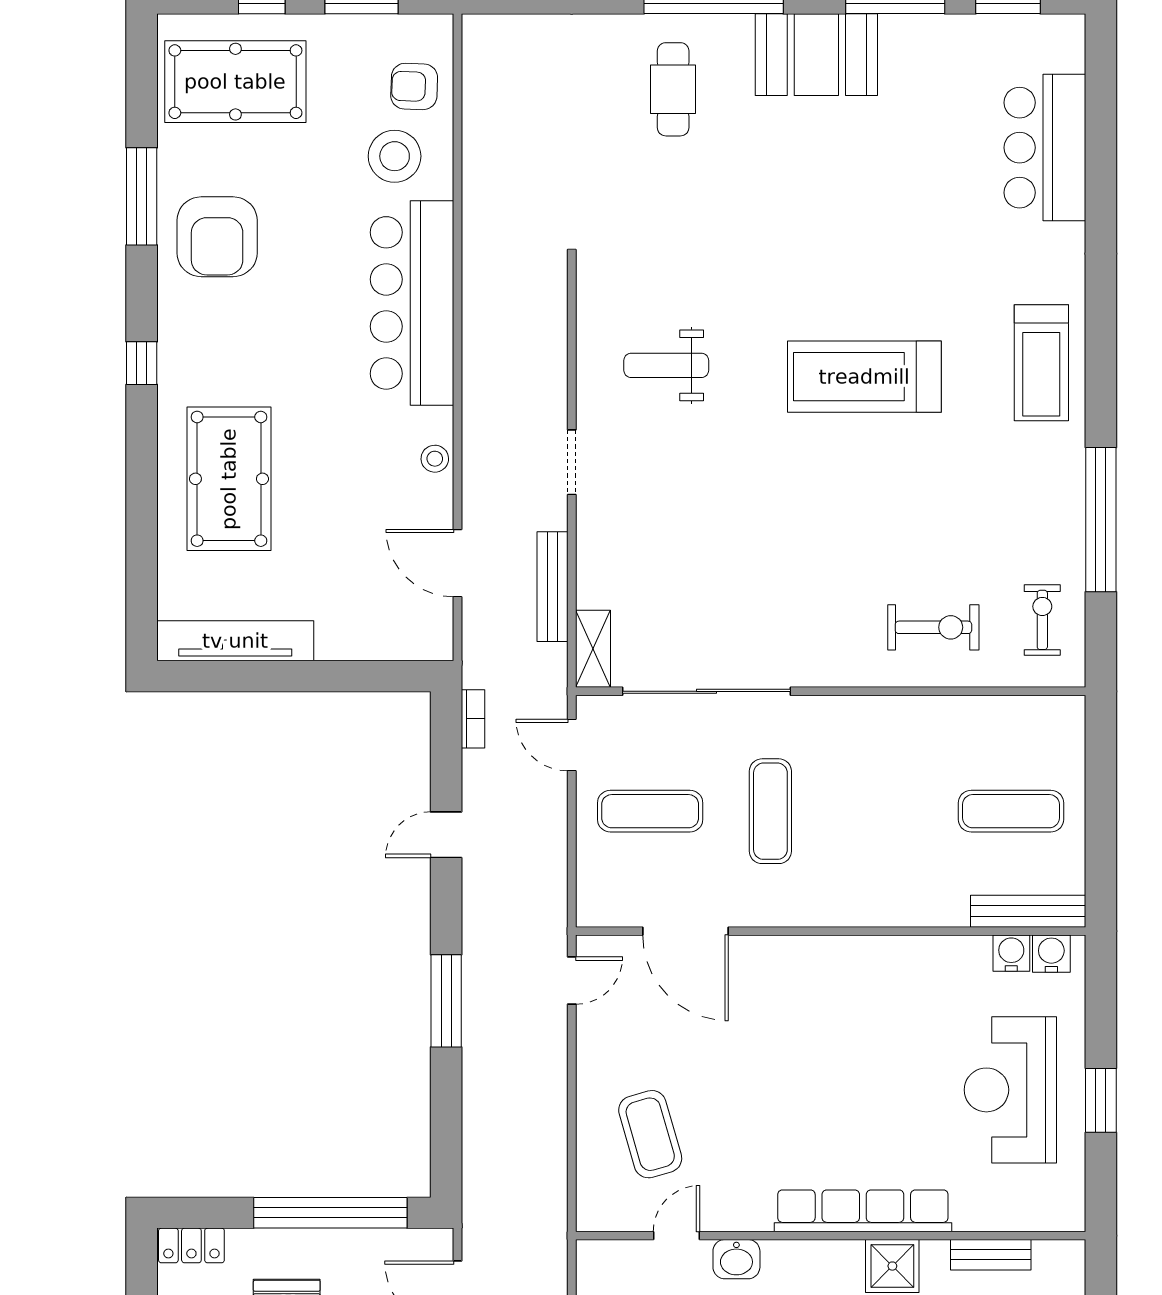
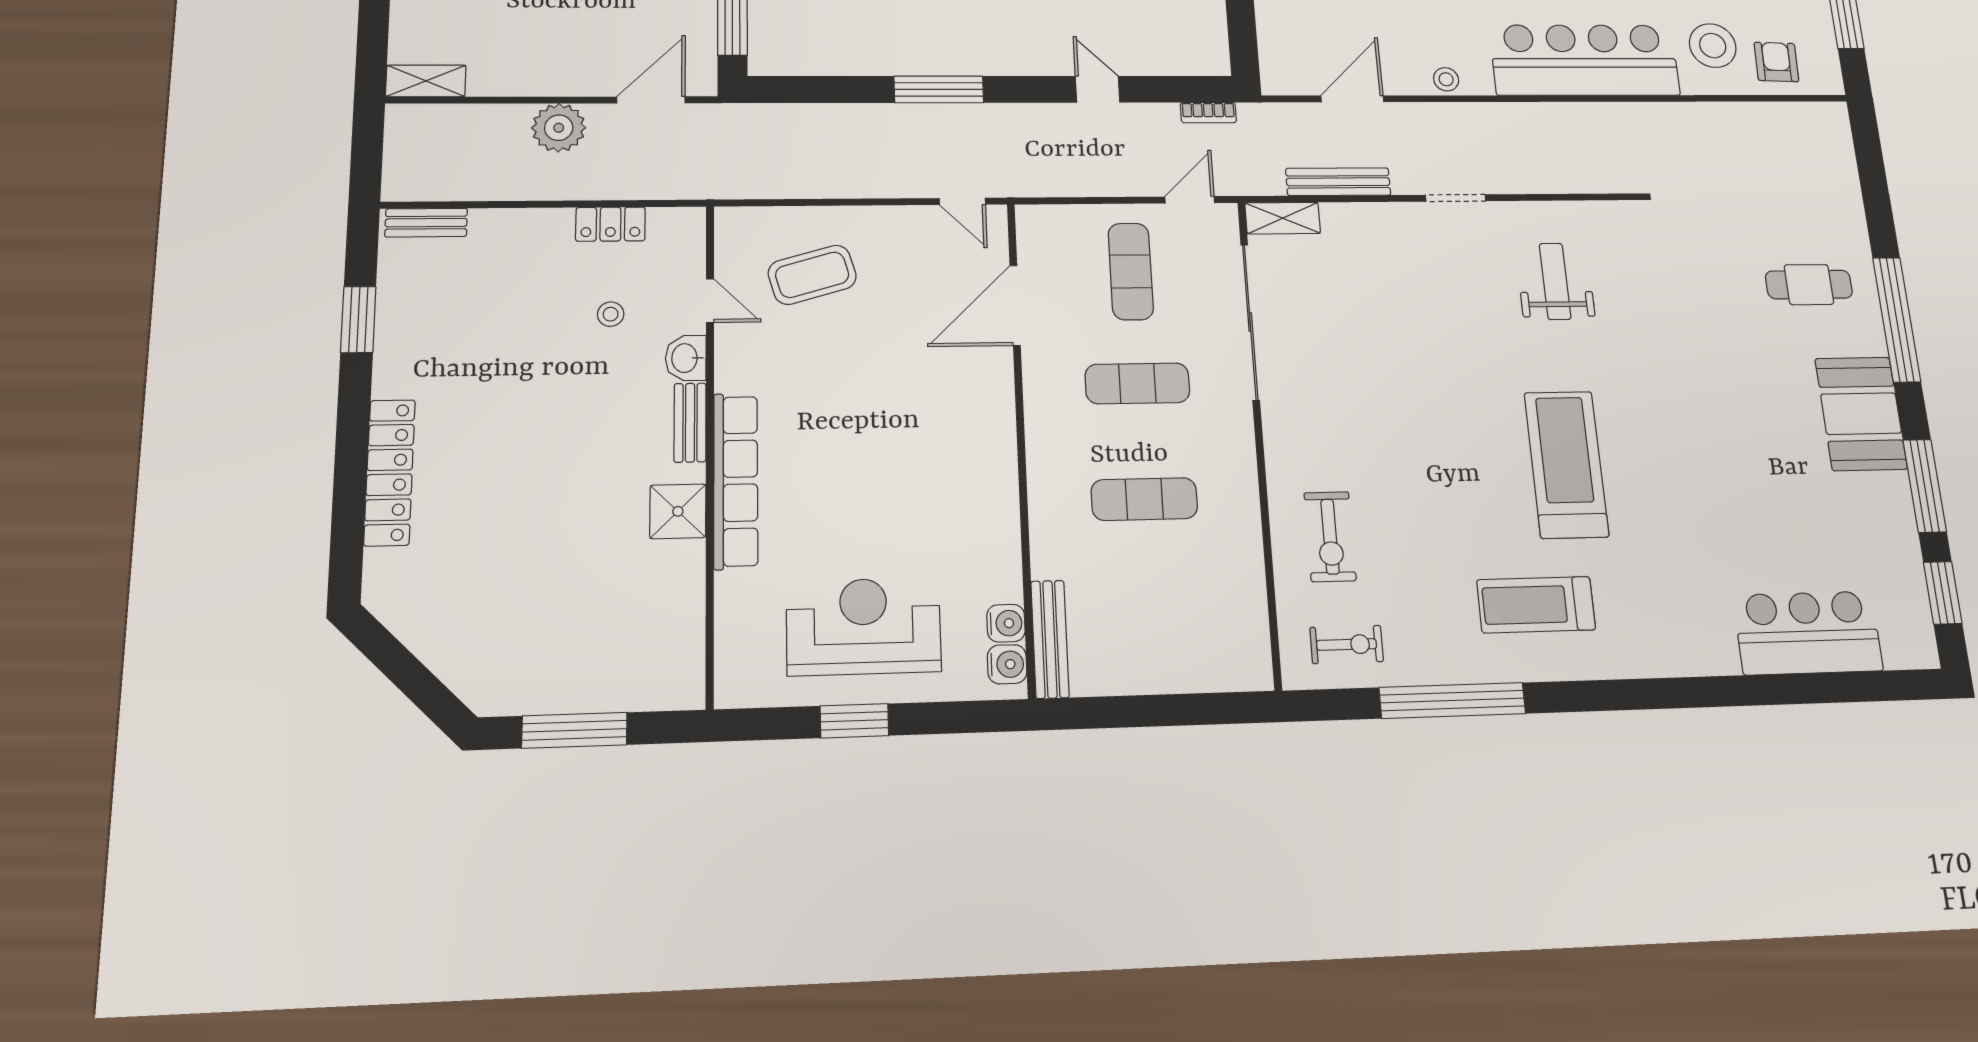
treadmill: (1041, 363) -> (1536, 605), moved
exercise mat: (1011, 811) -> (1144, 499), moved, turned 90
bench: (991, 1255) -> (690, 423), moved

